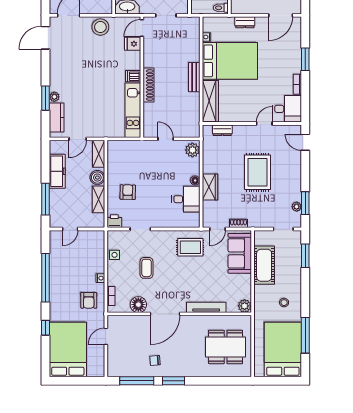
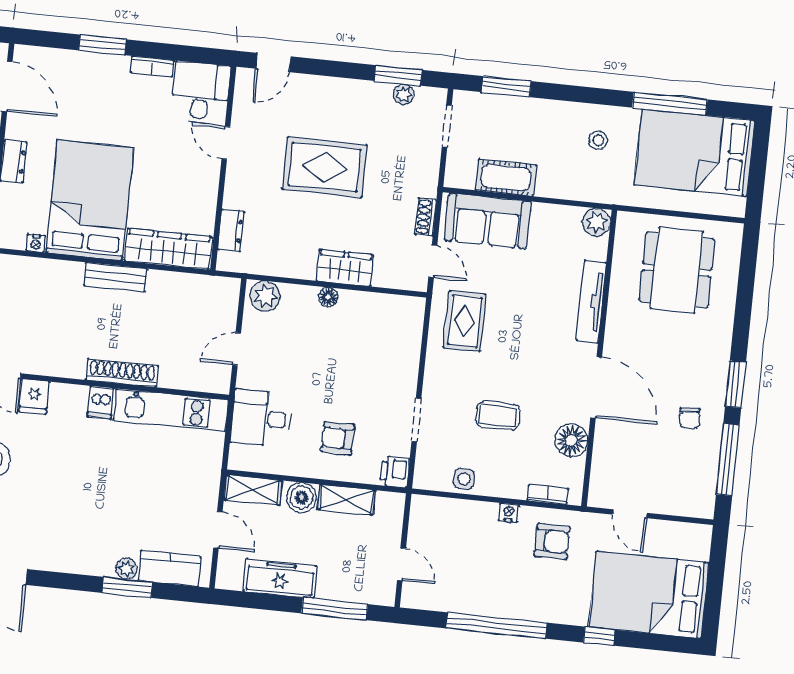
desk: (186, 199) -> (261, 418), moved, turned -90
cot: (264, 265) -> (506, 178), width x0.73, depth x0.75

